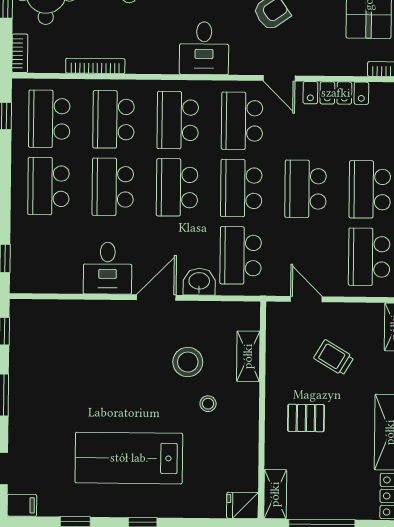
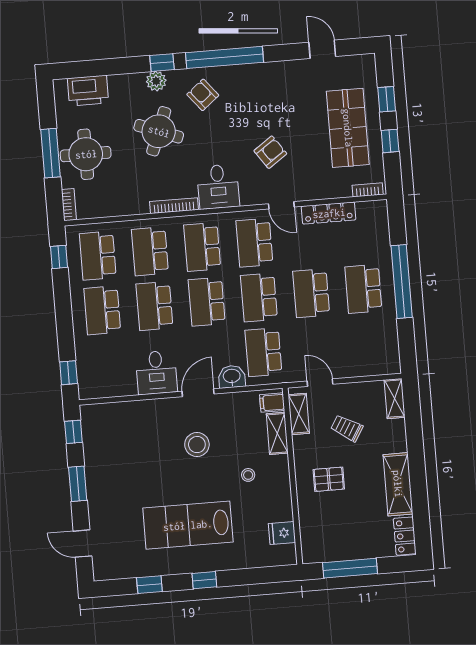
bookcase: (95, 66) -> (174, 206), moved
school desk: (369, 257) -> (368, 344), removed
stool: (188, 362) -> (197, 445), moved
shelving: (275, 494) -> (299, 414), moved
filing cabinet: (22, 505) -> (272, 403), moved, turned 180
fridge: (242, 505) -> (282, 533), moved

